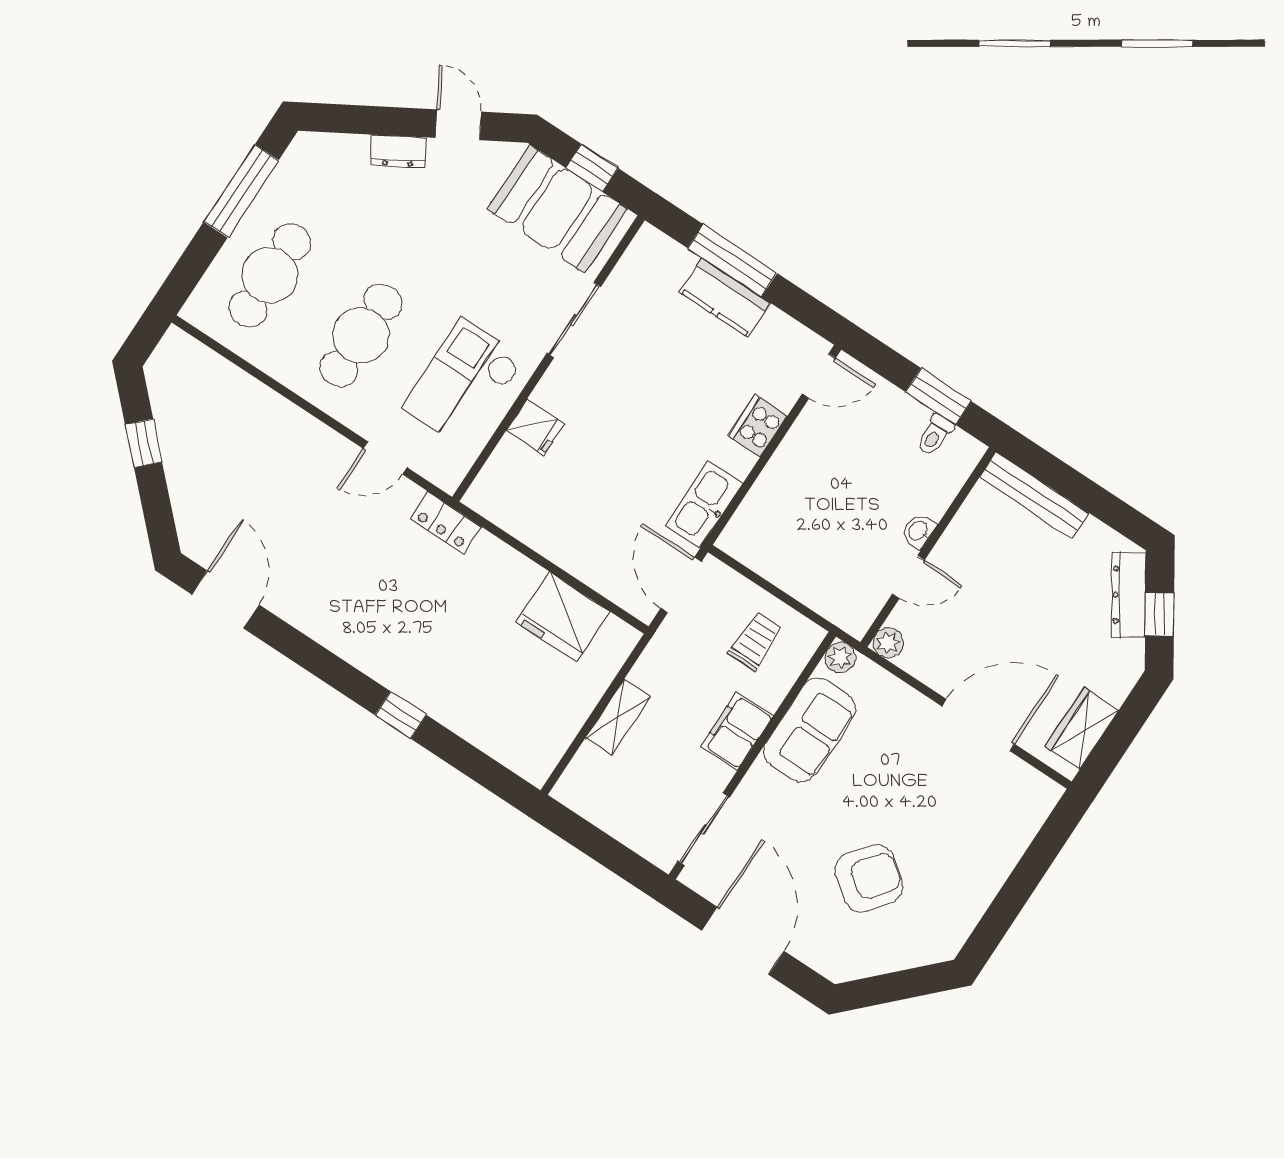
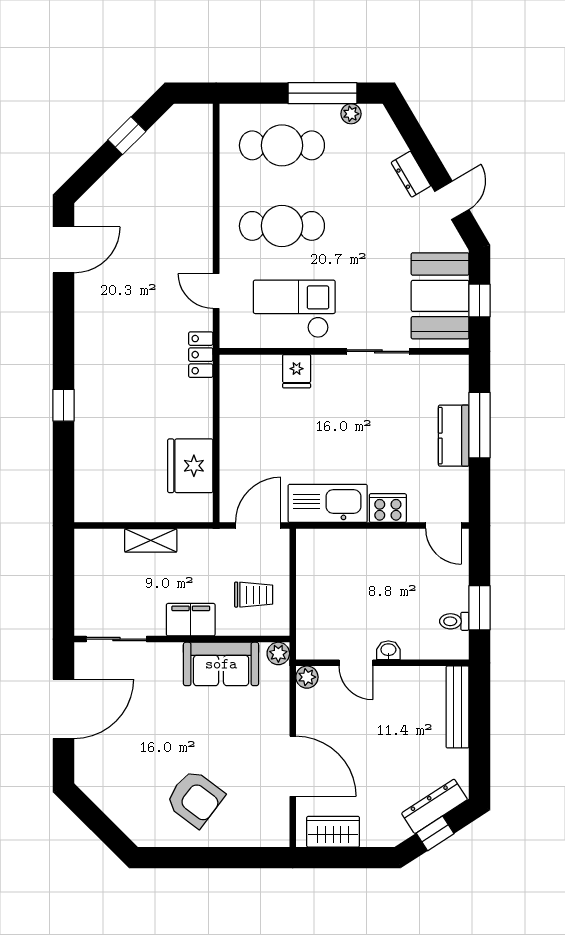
plant: (286, 174) -> (351, 114), added
kitchen sink: (704, 505) -> (328, 503), width x1.36, depth x1.24
armchair: (869, 878) -> (195, 799), moved

